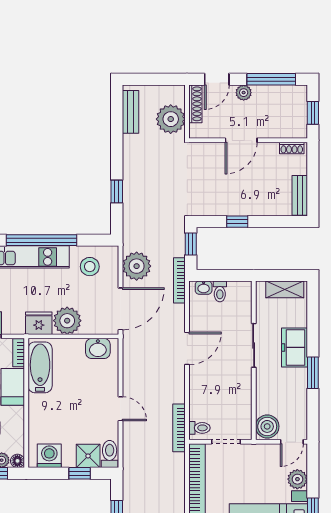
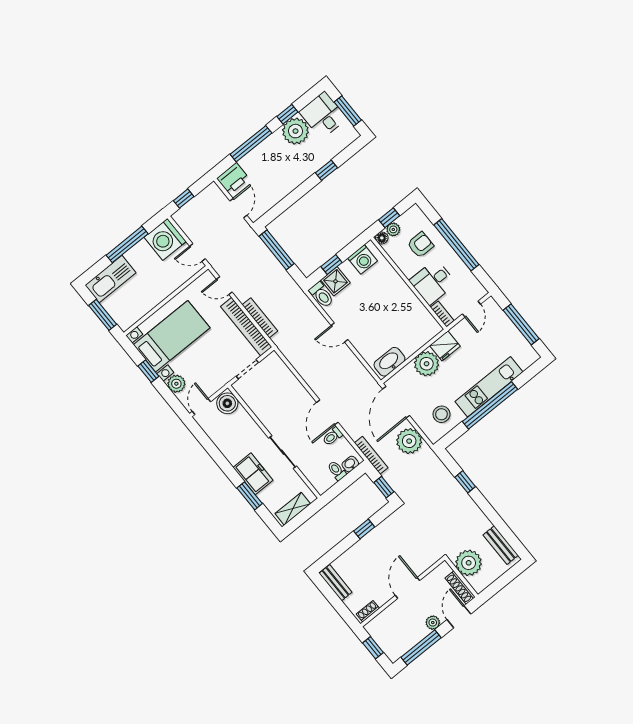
washbasin: (98, 348) -> (389, 362), width x1.38
bathtub: (40, 367) -> (419, 316), removed
window: (313, 373) -> (250, 496), moved
bookcase: (179, 428) -> (260, 318), moved
toilet: (199, 428) -> (333, 436), moved

